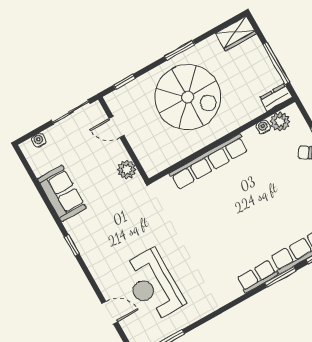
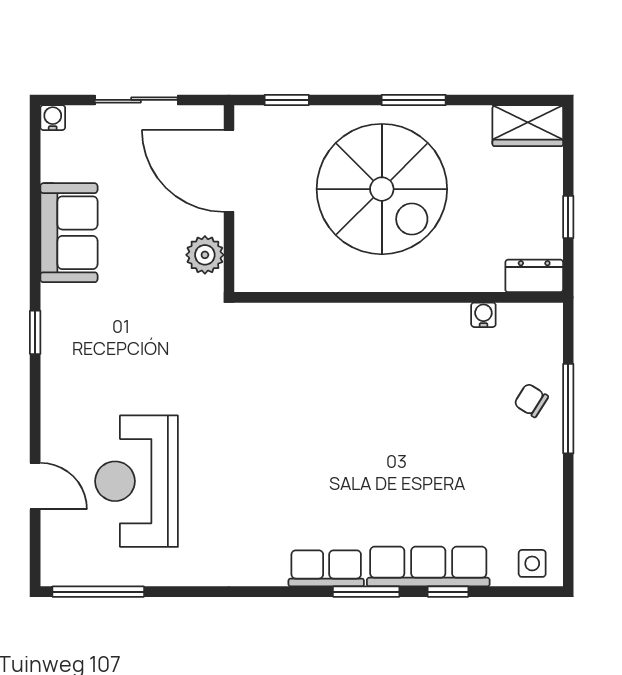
window: (276, 63) -> (568, 217), width x0.46
sliding door: (71, 112) -> (136, 100), moved
plant: (280, 122) -> (518, 322), removed
door: (116, 127) -> (229, 171), width x1.88
water cooler: (39, 140) -> (53, 118), moved
row of seats: (209, 162) -> (355, 322), removed

